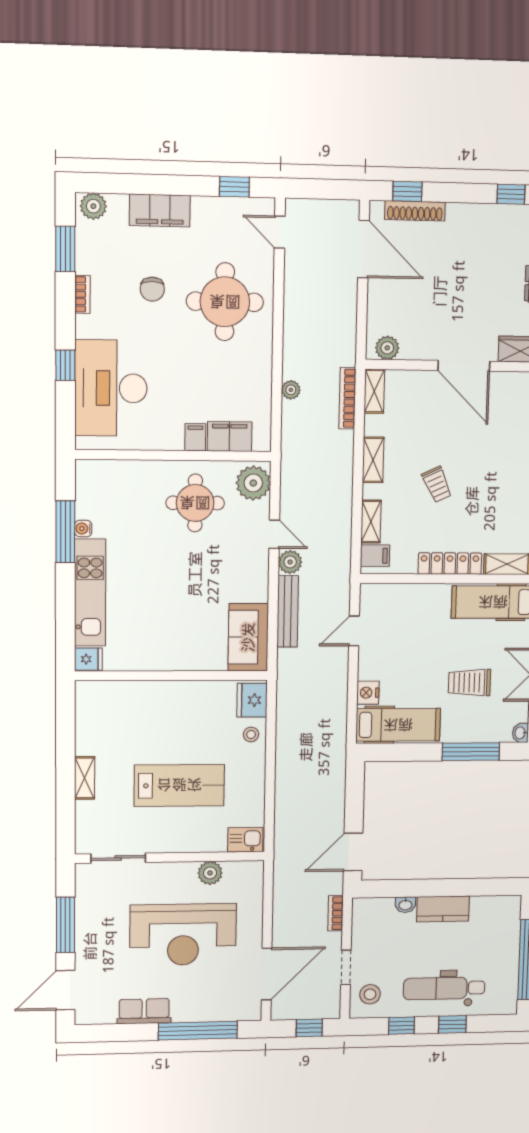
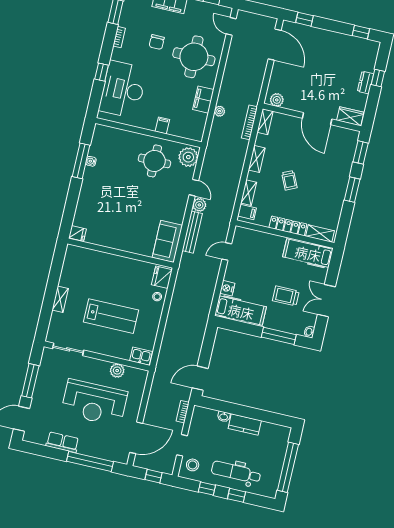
shoe rack: (415, 211) -> (307, 30), removed
filing cabinet: (230, 436) -> (203, 100), moved, turned -90
kitchen unit: (90, 593) -> (87, 197), removed

